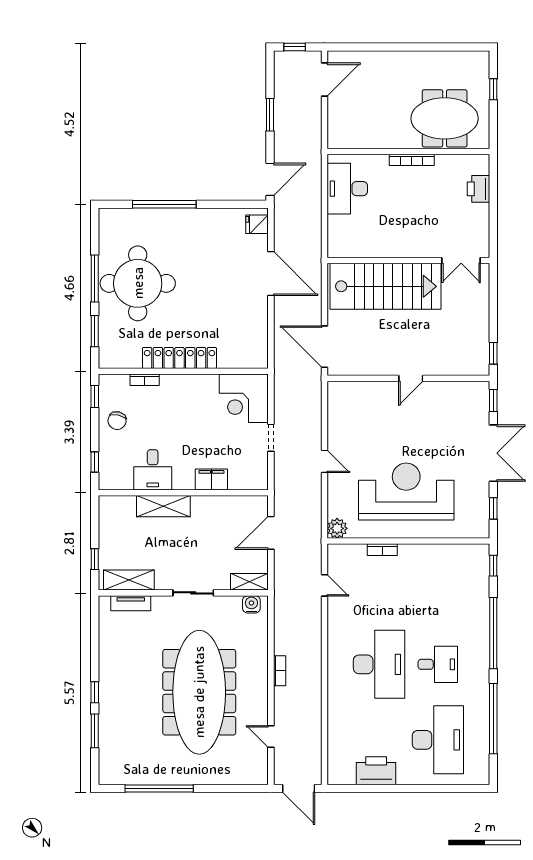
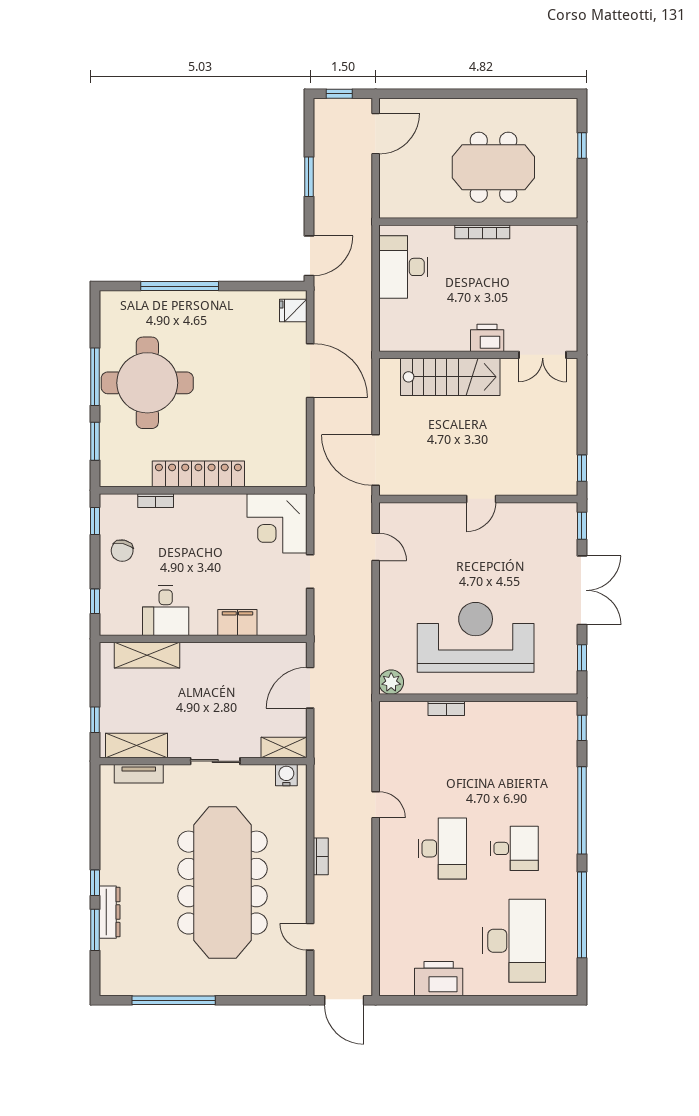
meeting table: (445, 118) -> (493, 167), moved
printer: (479, 189) -> (487, 338), moved, turned 90
stairs: (386, 286) -> (450, 377), width x0.73, depth x0.66
door: (324, 461) -> (376, 547), moved
shelving: (163, 506) -> (147, 655), moved
door: (324, 585) -> (376, 805), moved
desk: (379, 664) -> (442, 848), width x0.73, depth x0.77
dresser: (107, 716) -> (110, 912), added

